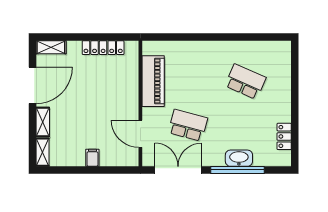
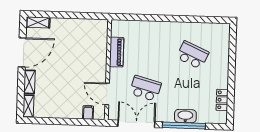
locker: (103, 48) -> (80, 24), removed
piano: (153, 81) -> (117, 52), width x0.73, depth x0.75
filing cabinet: (92, 158) -> (88, 113), moved

